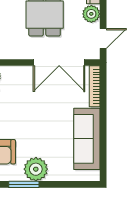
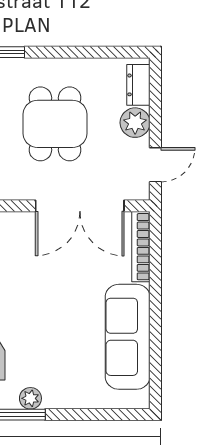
plant: (36, 169) -> (30, 398), width x0.53, depth x0.53

